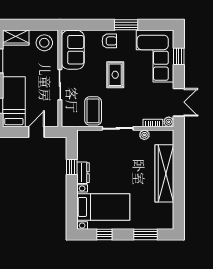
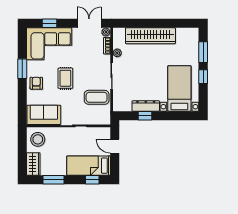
rug: (115, 75) -> (65, 78), turned 90
dresser: (83, 173) -> (146, 106), width x1.44
window: (104, 234) -> (203, 77), moved

